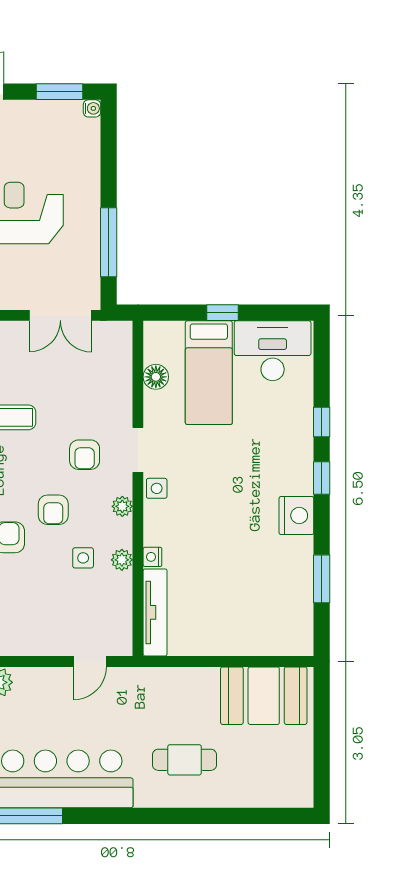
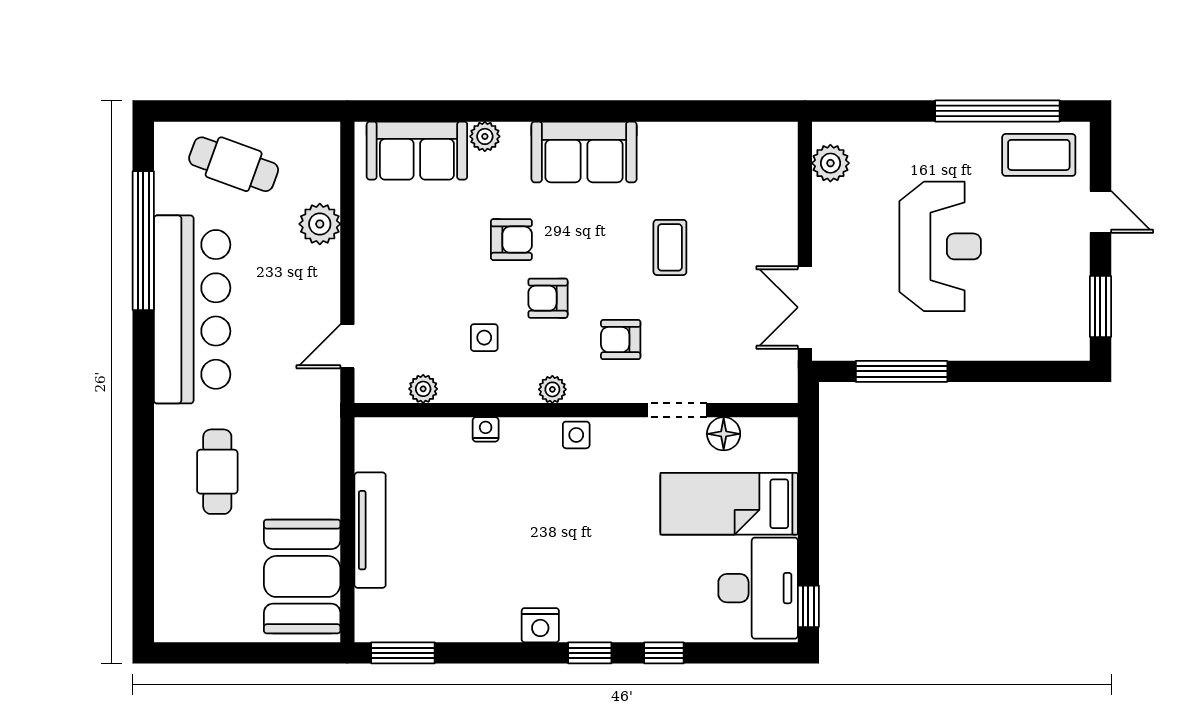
water cooler: (92, 108) -> (1078, 349), removed
window: (223, 313) -> (808, 606), moved
doorway: (138, 450) -> (677, 410), moved
nightstand: (296, 516) -> (540, 625), width x0.74, depth x0.75
plant: (122, 560) -> (423, 389), moved
window: (322, 579) -> (403, 653), moved
tv unit: (155, 612) -> (370, 530), moved, turned -90
door: (90, 661) -> (347, 346), hinge flipped

